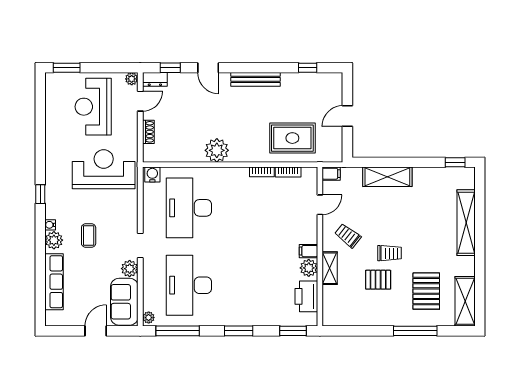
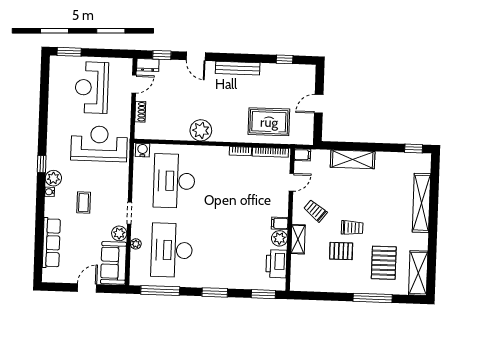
plant: (132, 79) -> (127, 64), removed
bookcase: (288, 172) -> (270, 152), width x1.56
plant: (54, 240) -> (53, 178), moved
plant: (149, 318) -> (136, 244), moved

